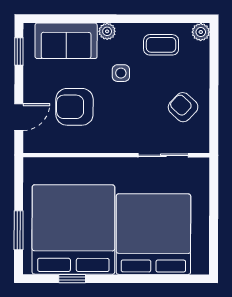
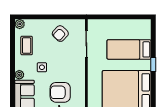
armchair: (74, 107) -> (60, 92), turned 90
bed: (153, 234) -> (129, 49), width x0.49
window: (72, 279) -> (153, 65), moved

